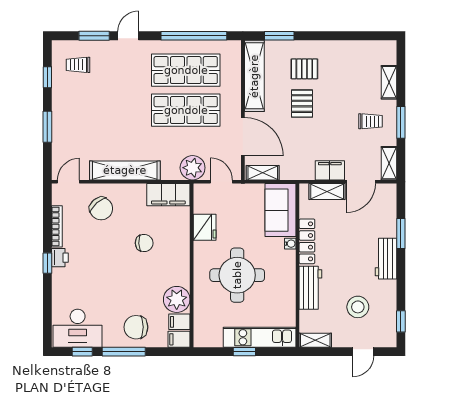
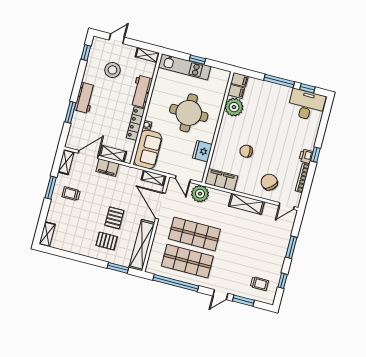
shelving: (389, 82) -> (47, 234), moved
shelving: (125, 170) -> (246, 204), width x0.68
chair: (136, 327) -> (267, 95), removed

